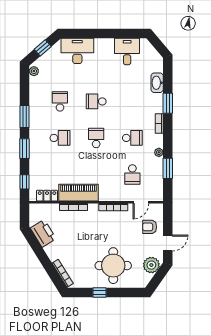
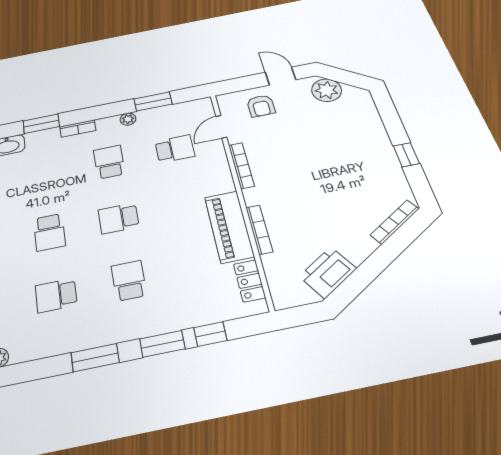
window: (25, 182) -> (210, 334), moved
door: (141, 202) -> (221, 127), swing flipped
round table: (113, 266) -> (348, 144), removed

